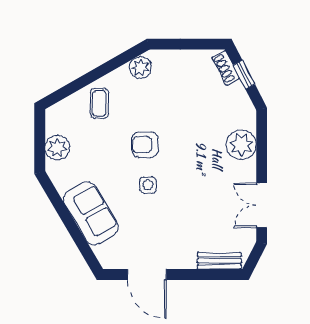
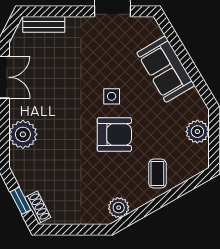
armchair: (145, 145) -> (114, 134), width x1.38, depth x1.38

